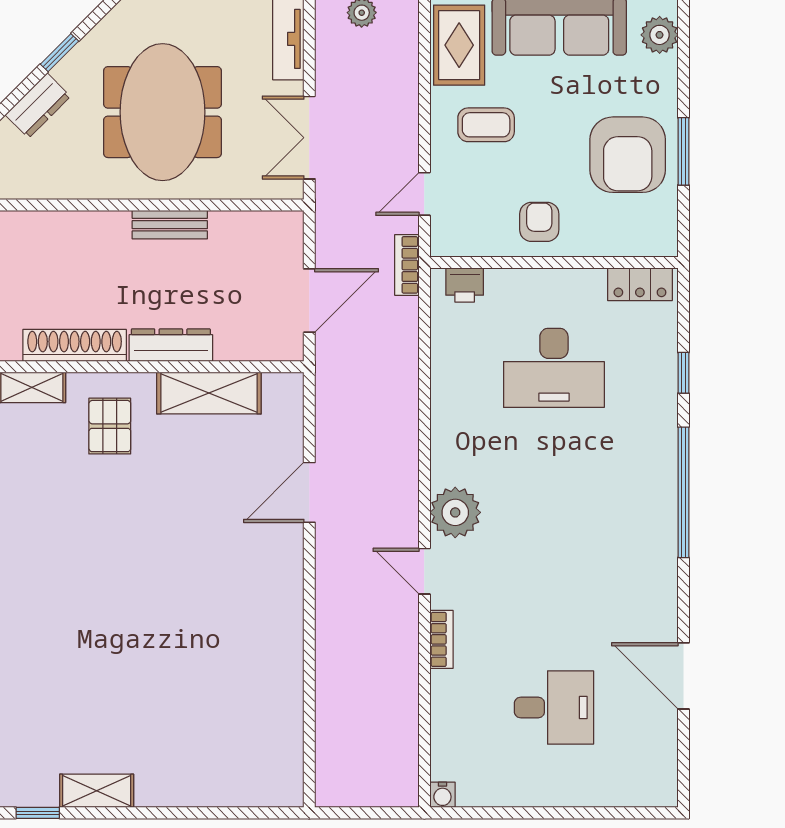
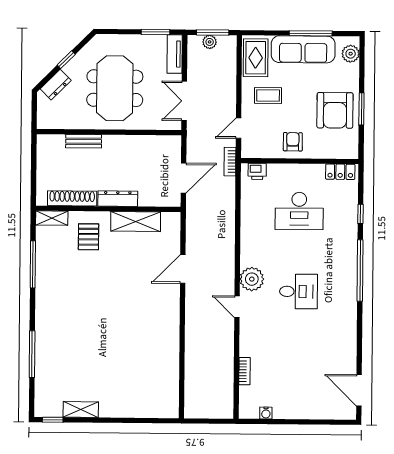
bench: (170, 225) -> (84, 141), moved
bookcase: (441, 639) -> (244, 371), moved
door: (683, 676) -> (359, 390), moved
desk: (554, 707) -> (298, 291), moved
water cooler: (442, 795) -> (266, 413), moved

